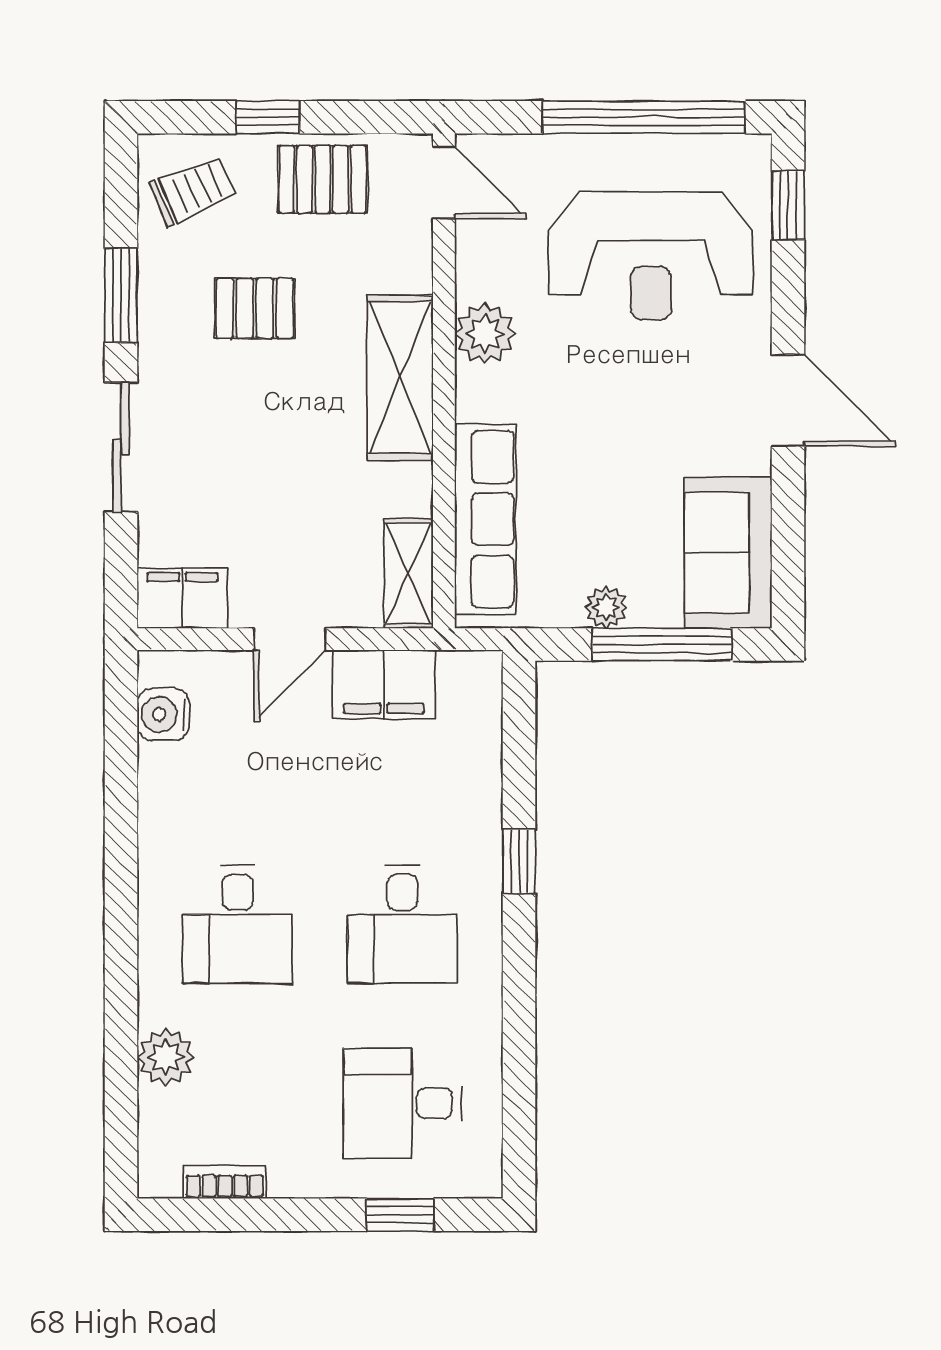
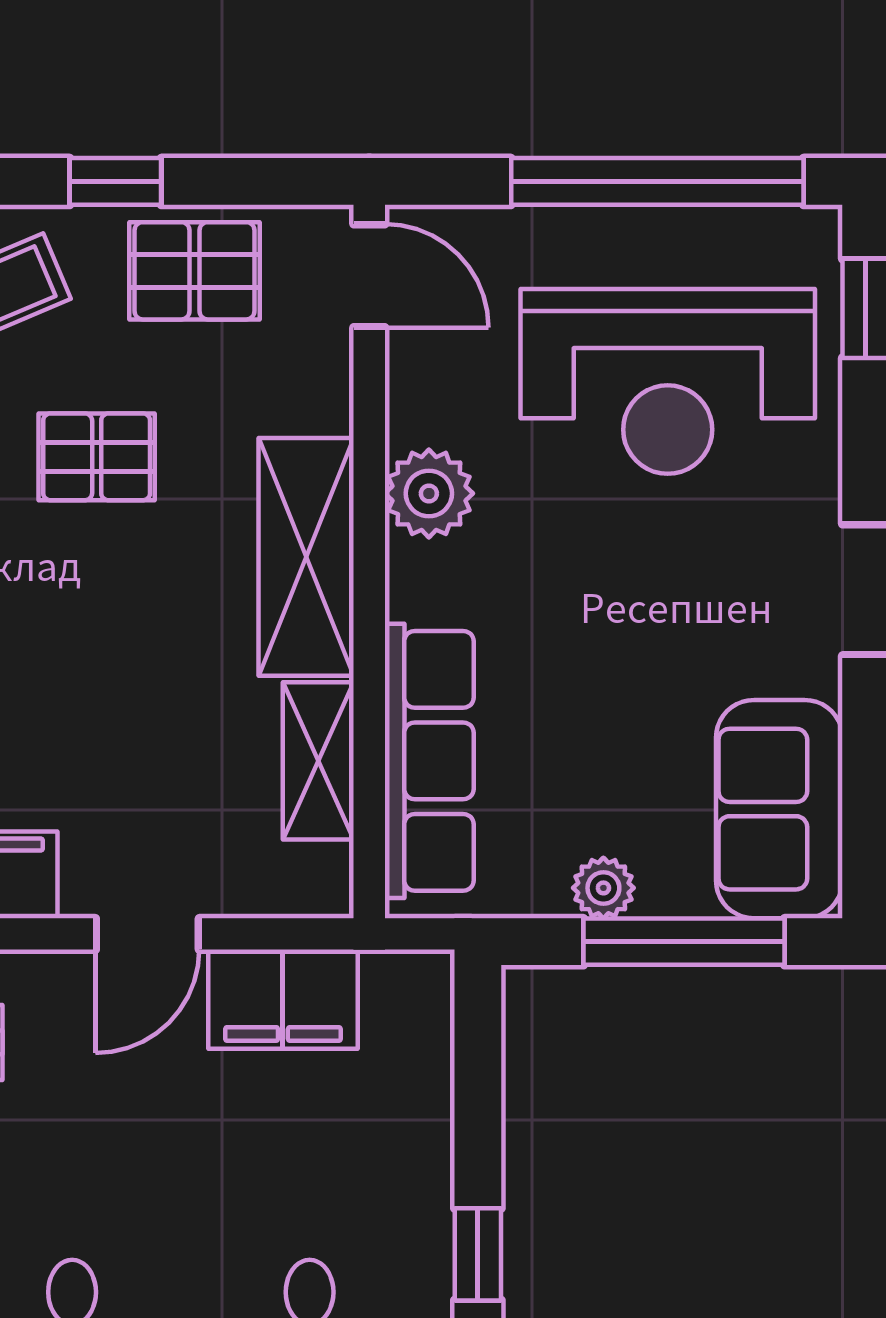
shelving: (408, 573) -> (318, 761), moved

